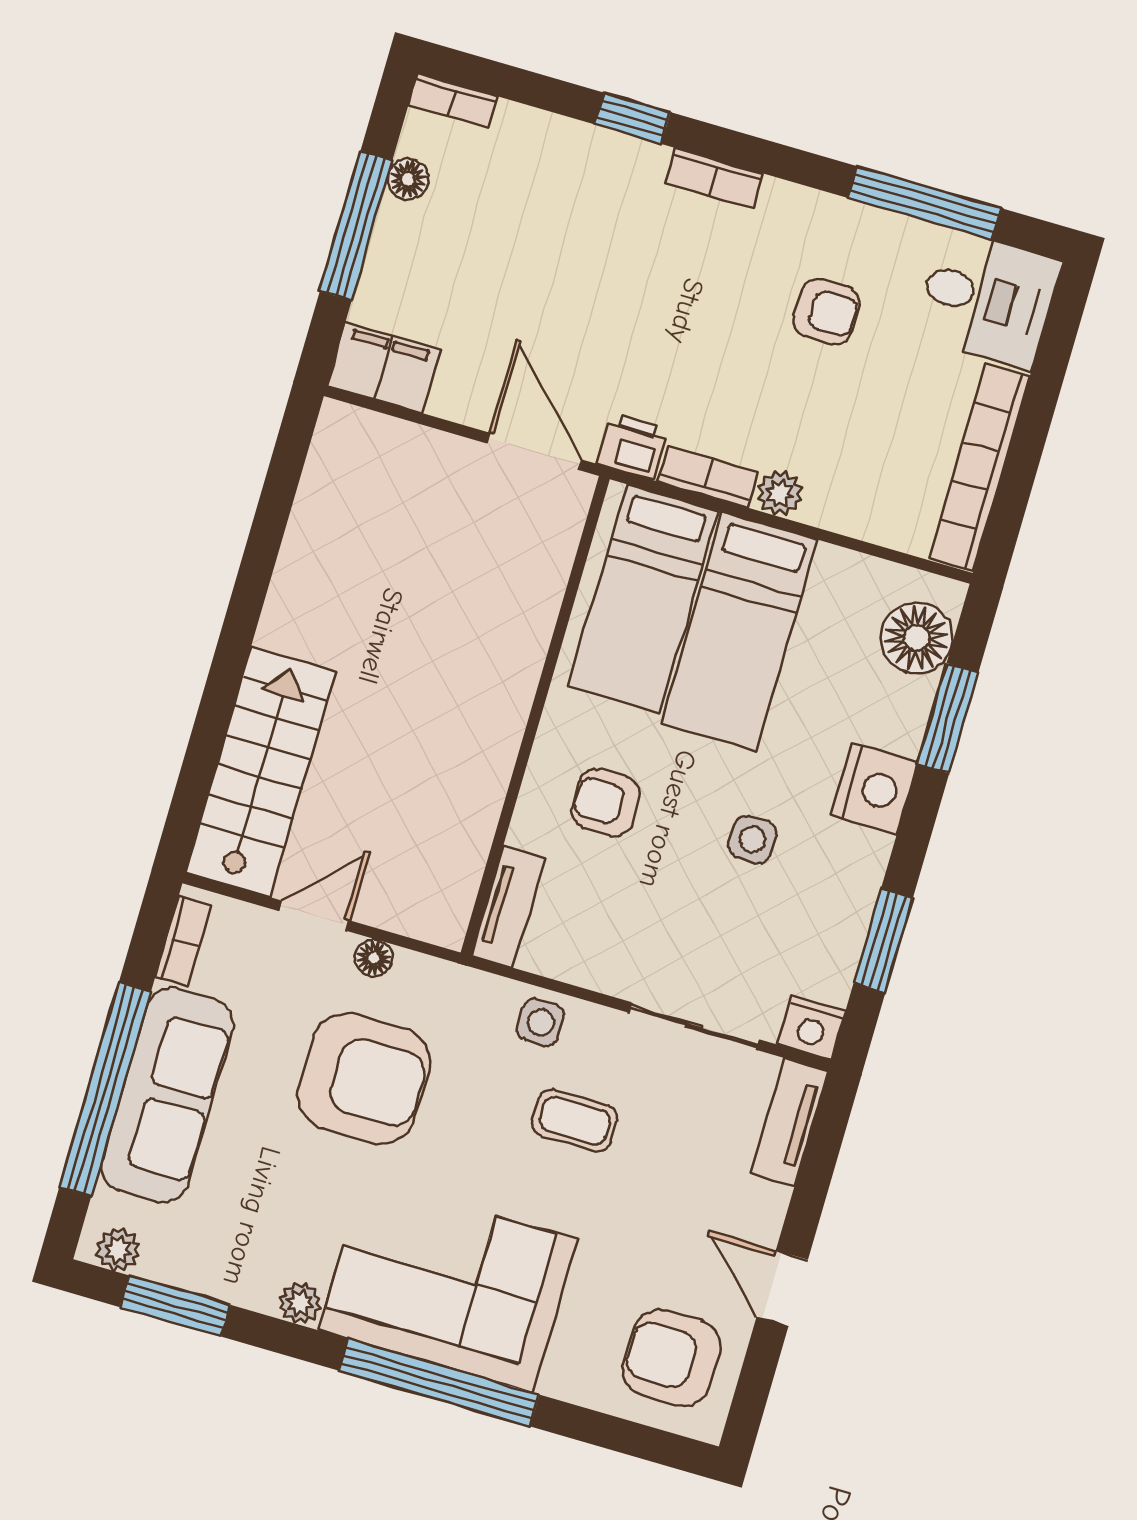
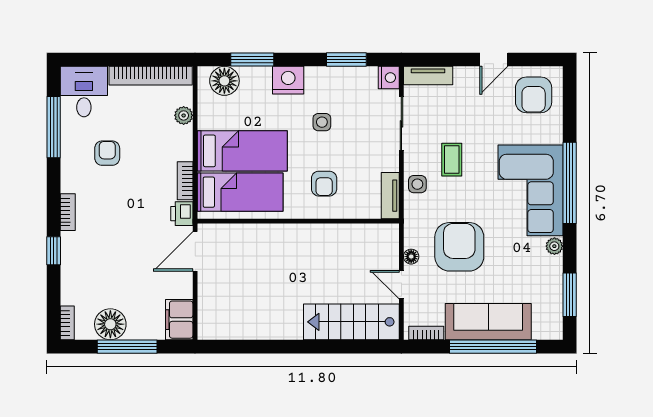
floor lamp: (408, 179) -> (110, 324), width x1.89, depth x1.89
plant: (780, 494) -> (184, 115), moved
tv unit: (508, 907) -> (390, 196), moved, turned -90
plant: (118, 1249) -> (554, 323), removed

